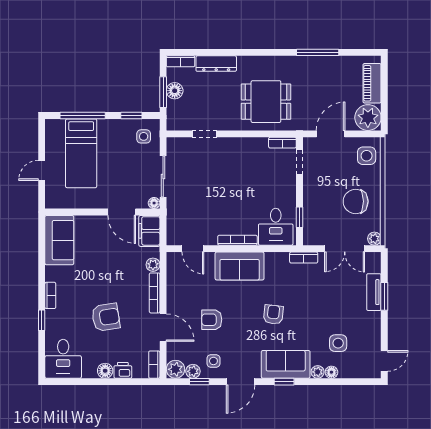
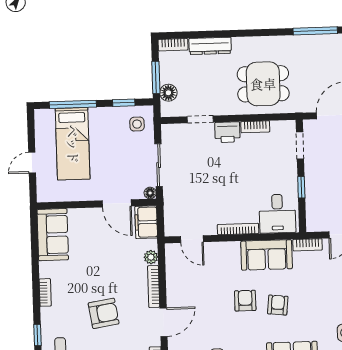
floor lamp: (175, 91) -> (168, 93), moved
bookcase: (282, 143) -> (255, 127), moved
printer: (230, 147) -> (227, 132), added
window: (299, 217) -> (301, 187), moved
sofa: (240, 266) -> (267, 255), moved
window: (42, 320) -> (38, 335), moved
armchair: (212, 320) -> (245, 301), moved, turned 90
door: (163, 328) -> (164, 322), hinge flipped

